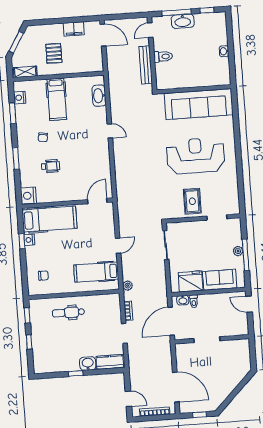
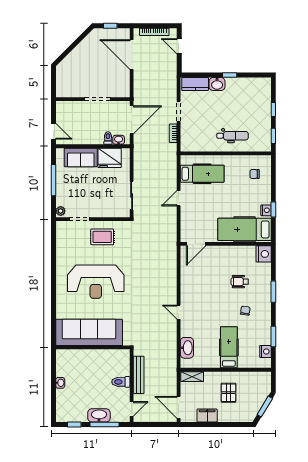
shelving: (25, 72) -> (192, 377), moved
rug: (192, 201) -> (102, 237), turned 90
plant: (238, 251) -> (61, 211), moved
plant: (128, 286) -> (172, 158), removed

